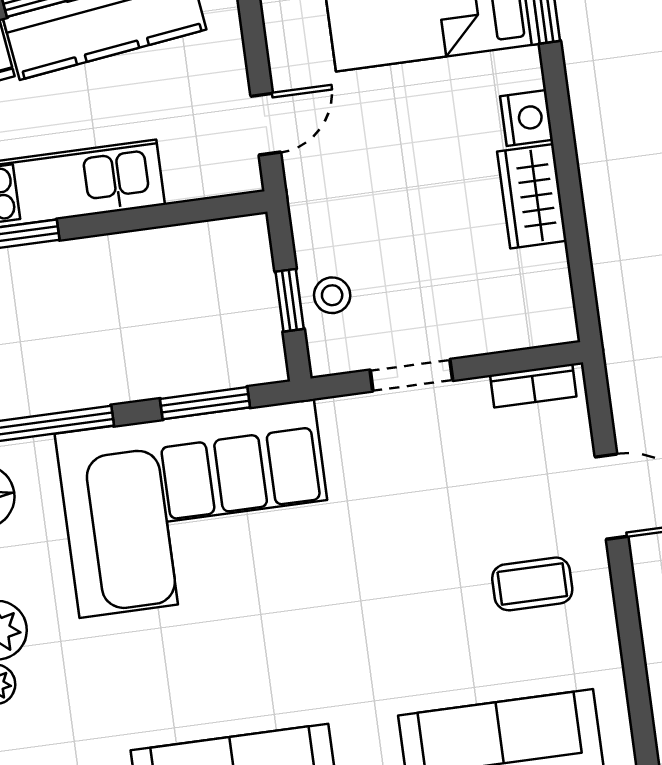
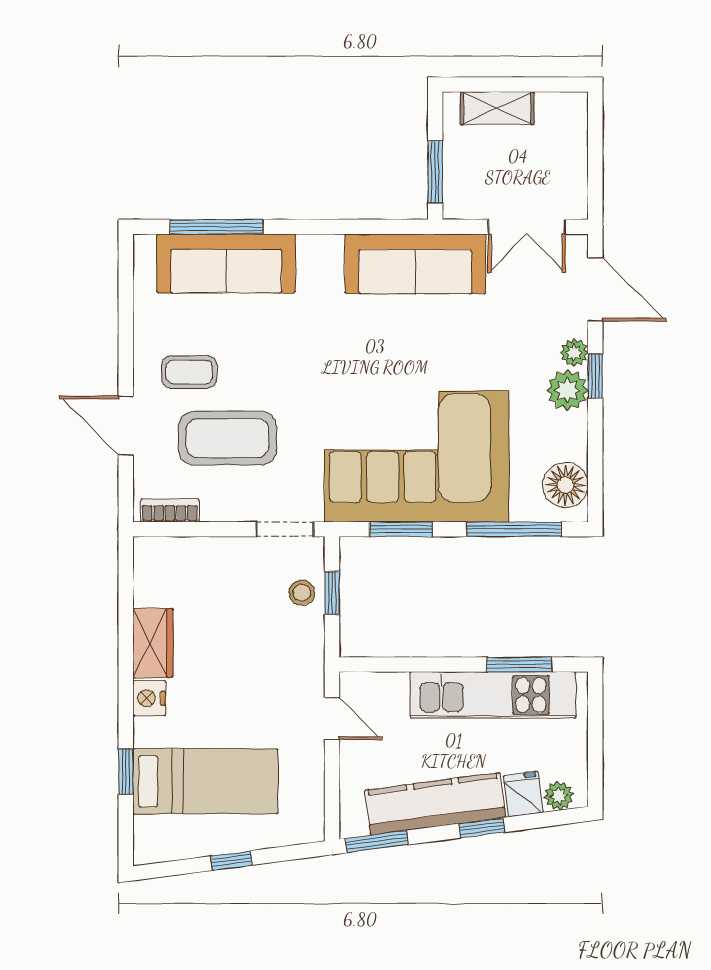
door: (266, 124) -> (332, 718), swing flipped
doorway: (411, 375) -> (285, 529), moved
coffee table: (466, 498) -> (227, 438), added

